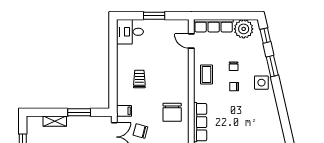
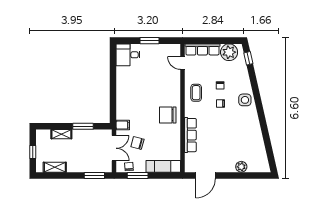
window: (272, 66) -> (254, 85), removed
trolley: (139, 79) -> (136, 97), removed
chair: (172, 112) -> (168, 115), moved, turned 90

